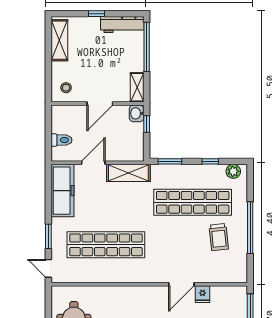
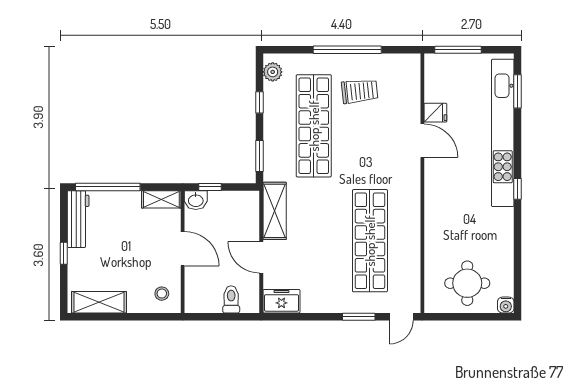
freezer: (63, 191) -> (281, 301), width x0.52, depth x0.79

